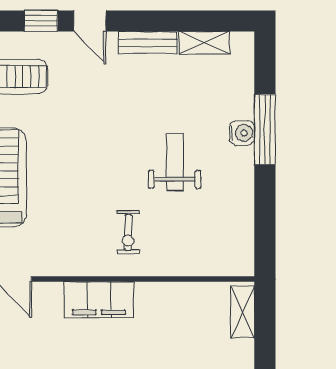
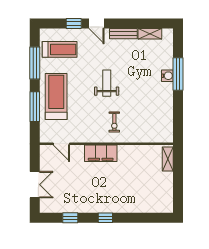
weight bench: (175, 162) -> (107, 83), moved

